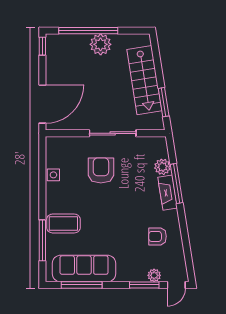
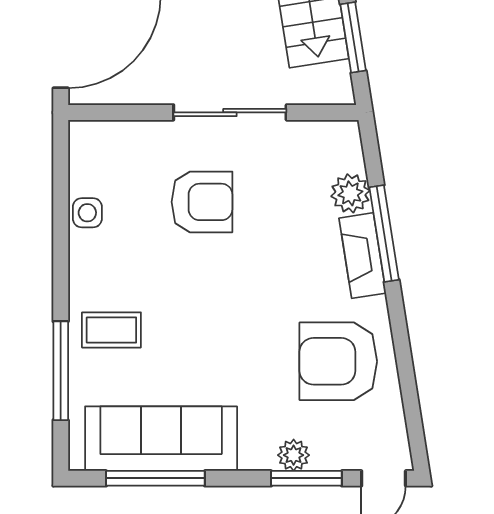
armchair: (101, 170) -> (202, 202), turned 90
coffee table: (63, 223) -> (111, 330), width x0.73, depth x0.77
armchair: (158, 236) -> (338, 361), width x1.88, depth x1.88
plant: (154, 275) -> (294, 455), moved

